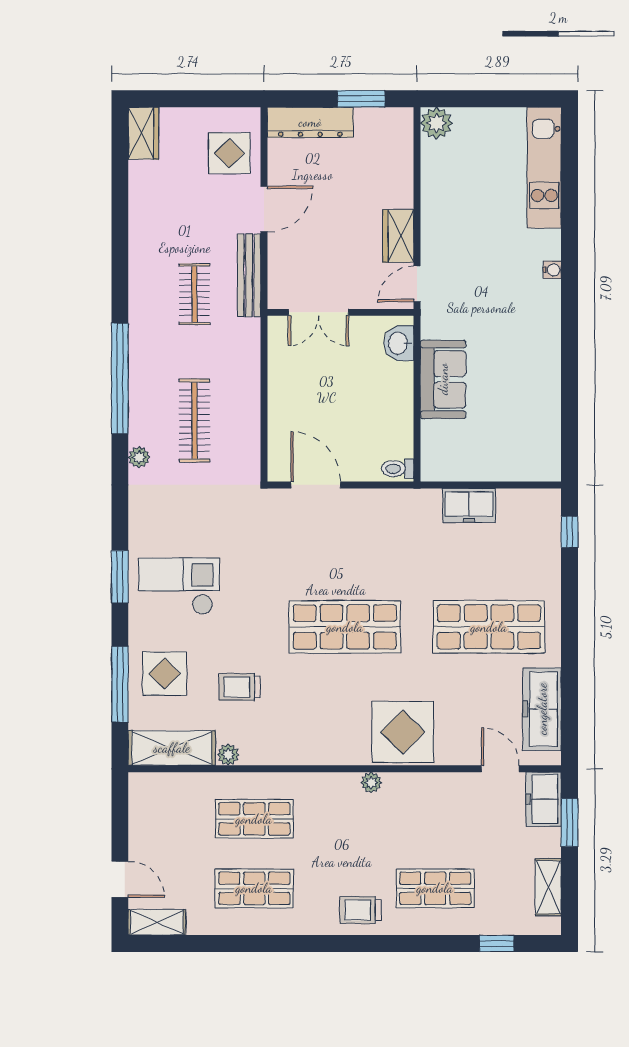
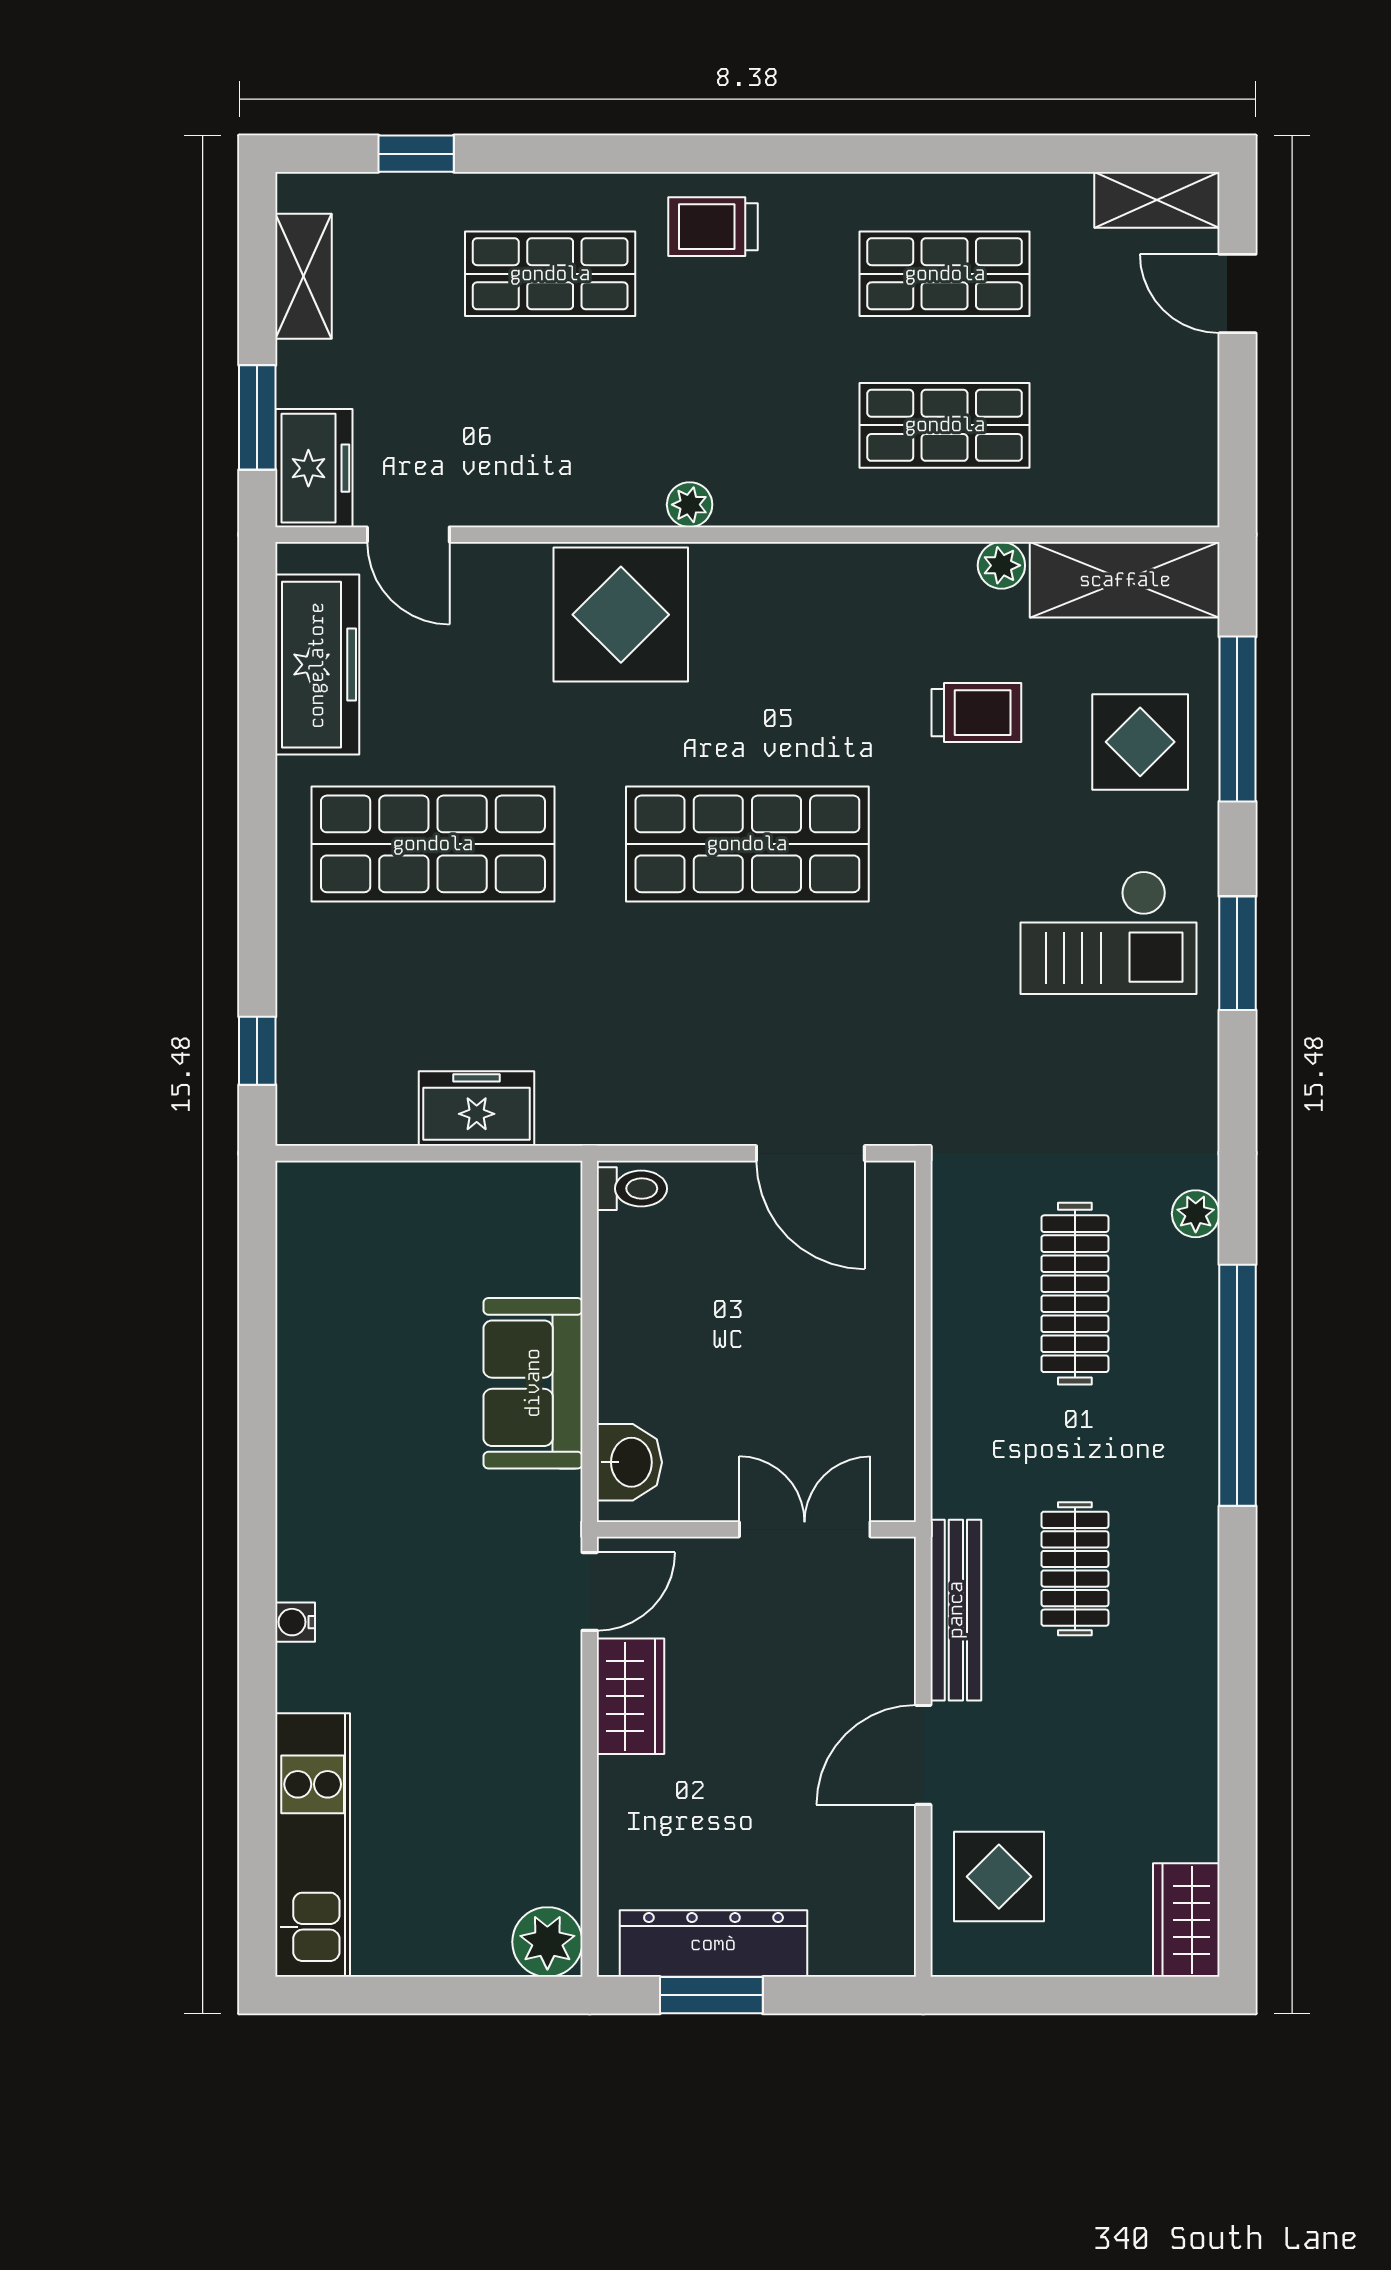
dresser: (310, 122) -> (713, 1944), moved
trolley: (360, 910) -> (713, 227), turned 180

